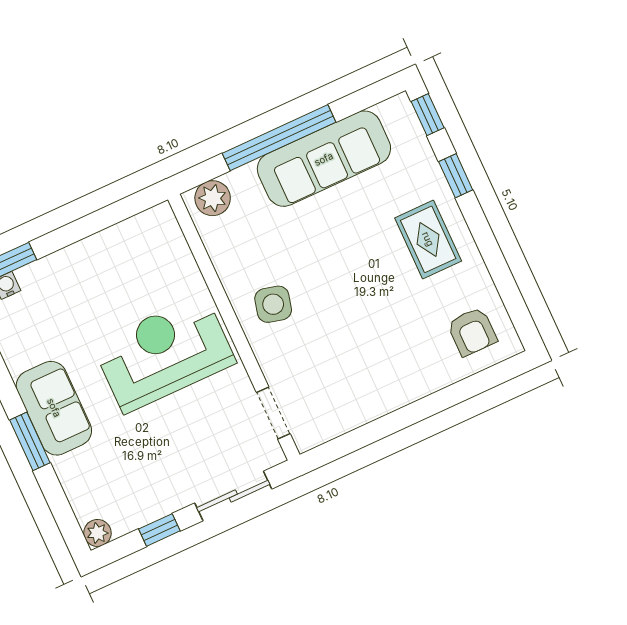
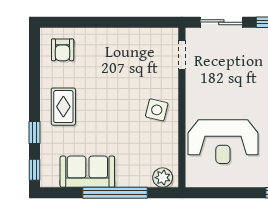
sofa: (324, 159) -> (87, 172), width x0.73
armchair: (472, 332) -> (63, 50), turned 180
reception desk: (164, 353) -> (223, 142), moved

